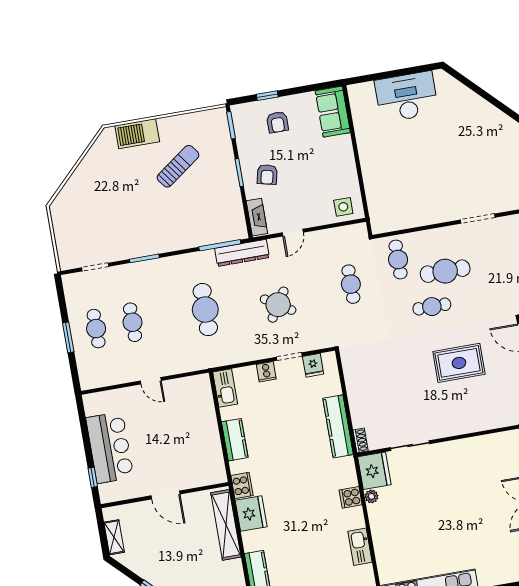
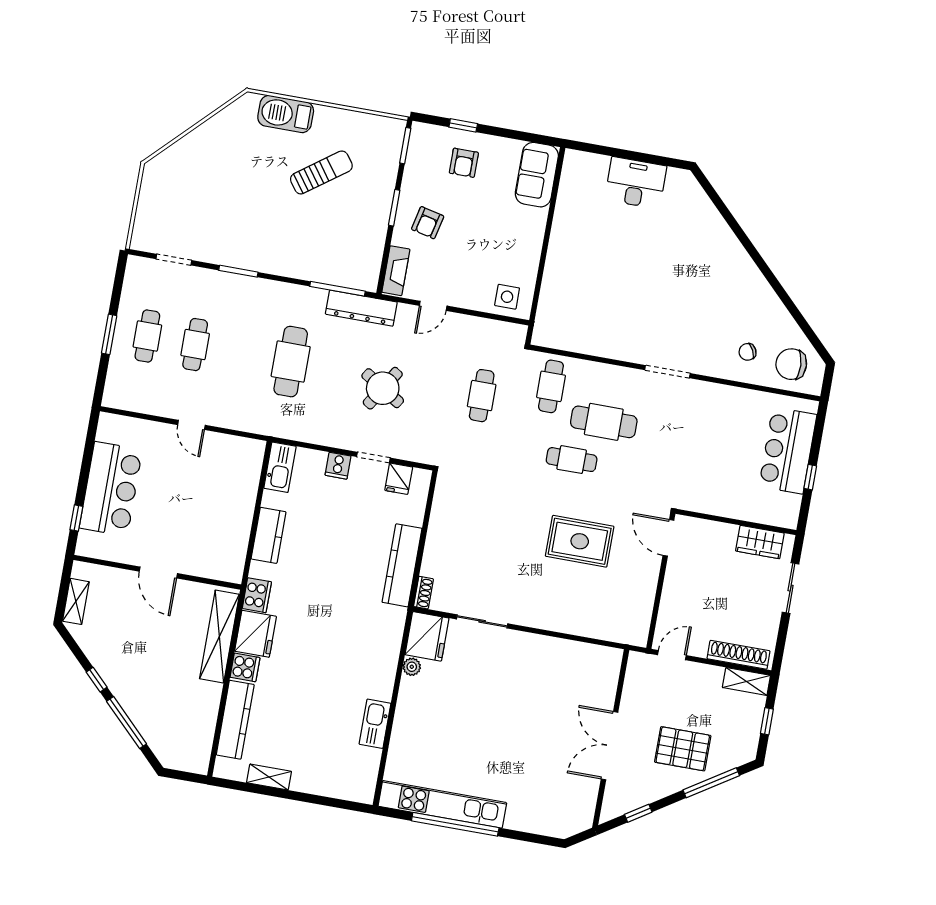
desk: (407, 97) -> (636, 183), width x0.73, depth x0.77
cooker: (351, 497) -> (245, 667), moved, turned 180

